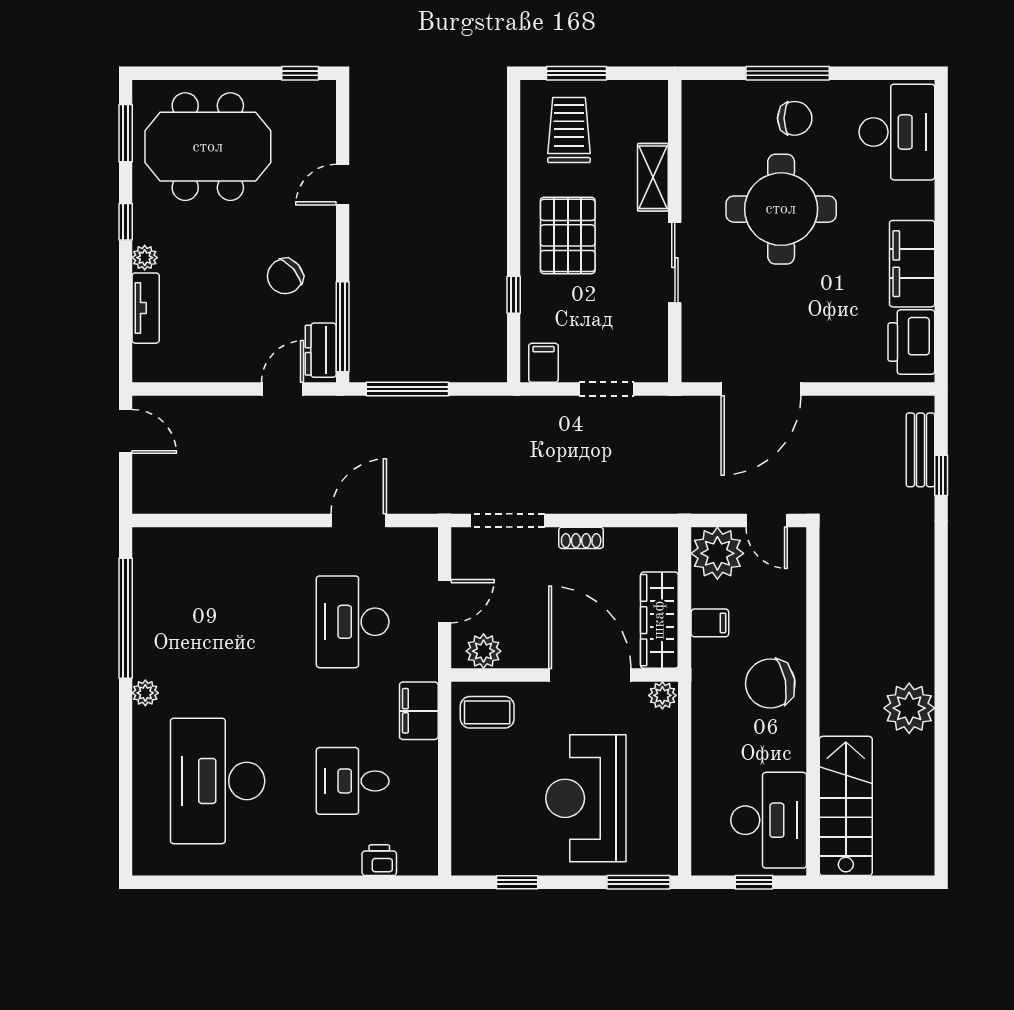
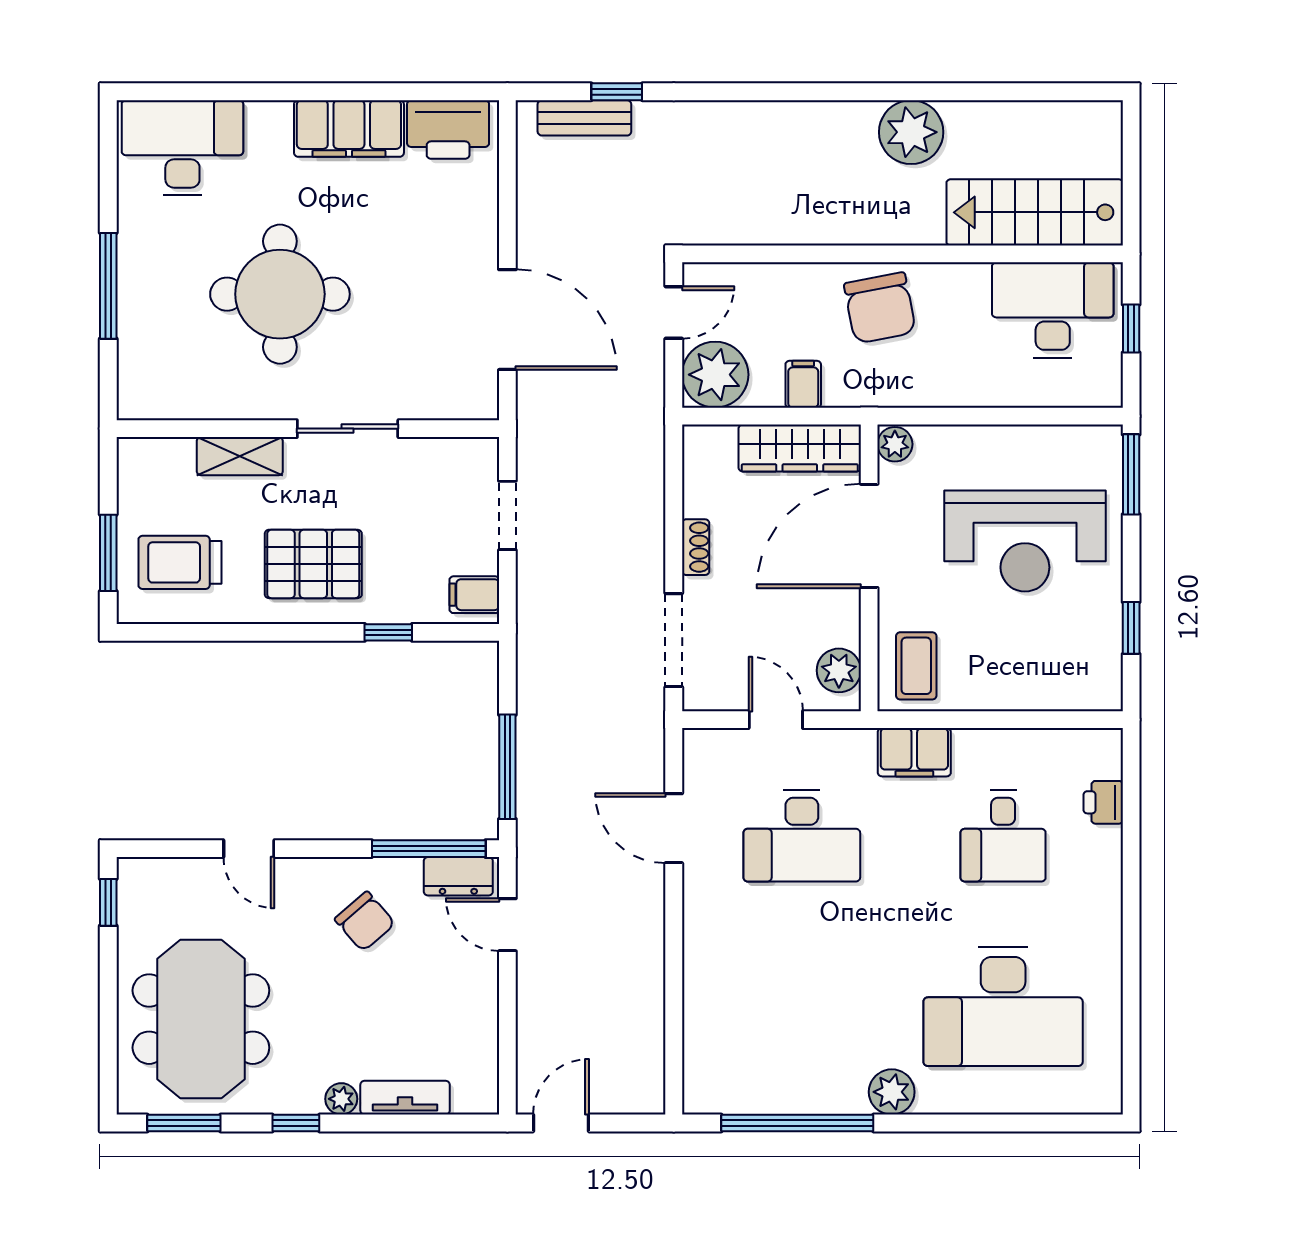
chair: (795, 118) -> (165, 277), removed
plant: (145, 693) -> (892, 1092), width x1.38, depth x1.38

